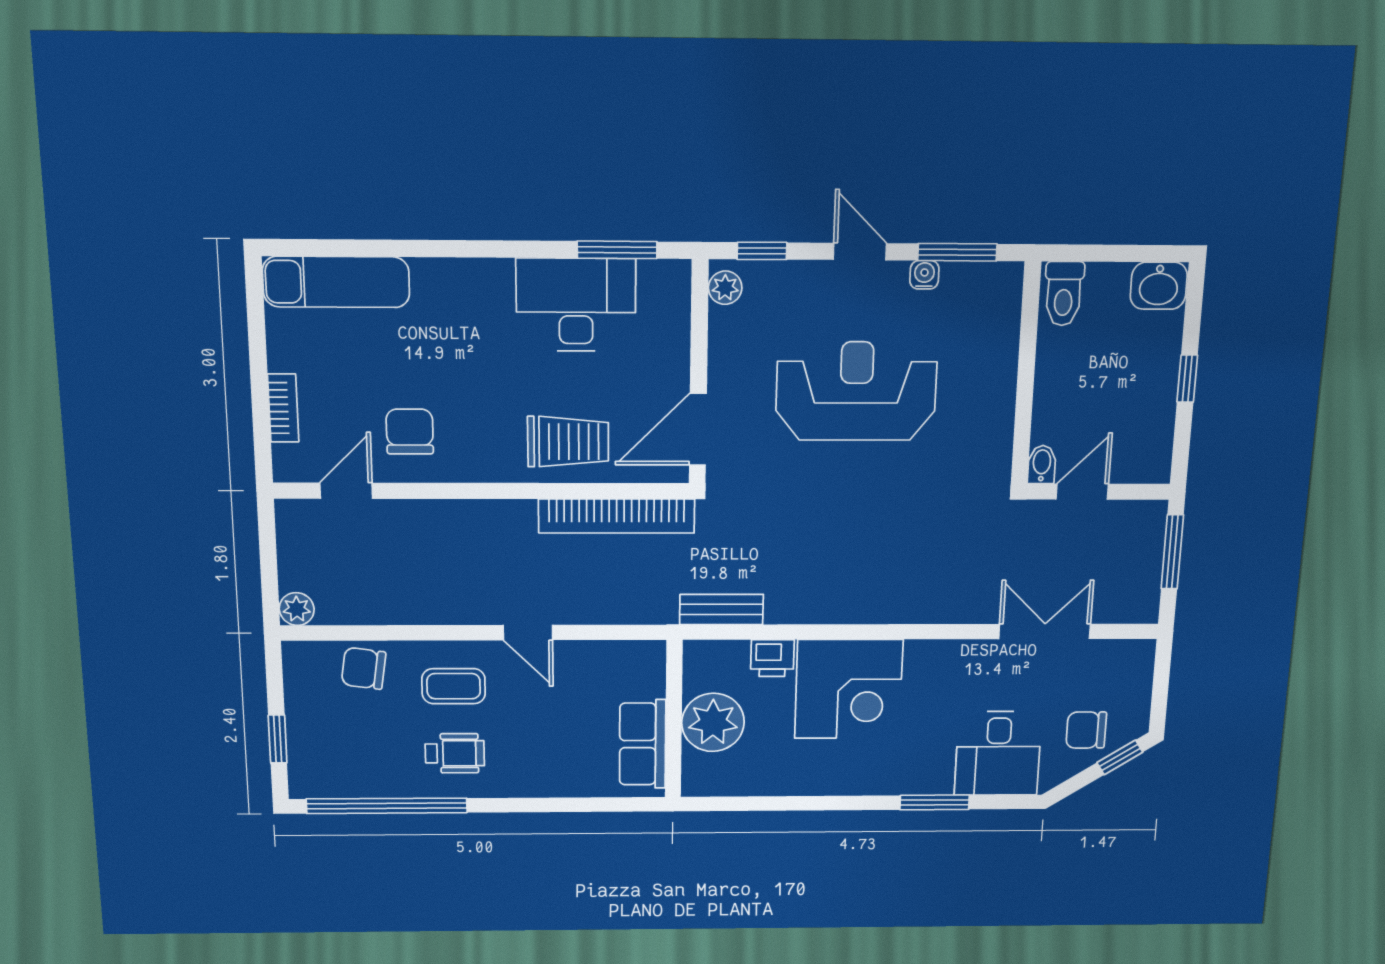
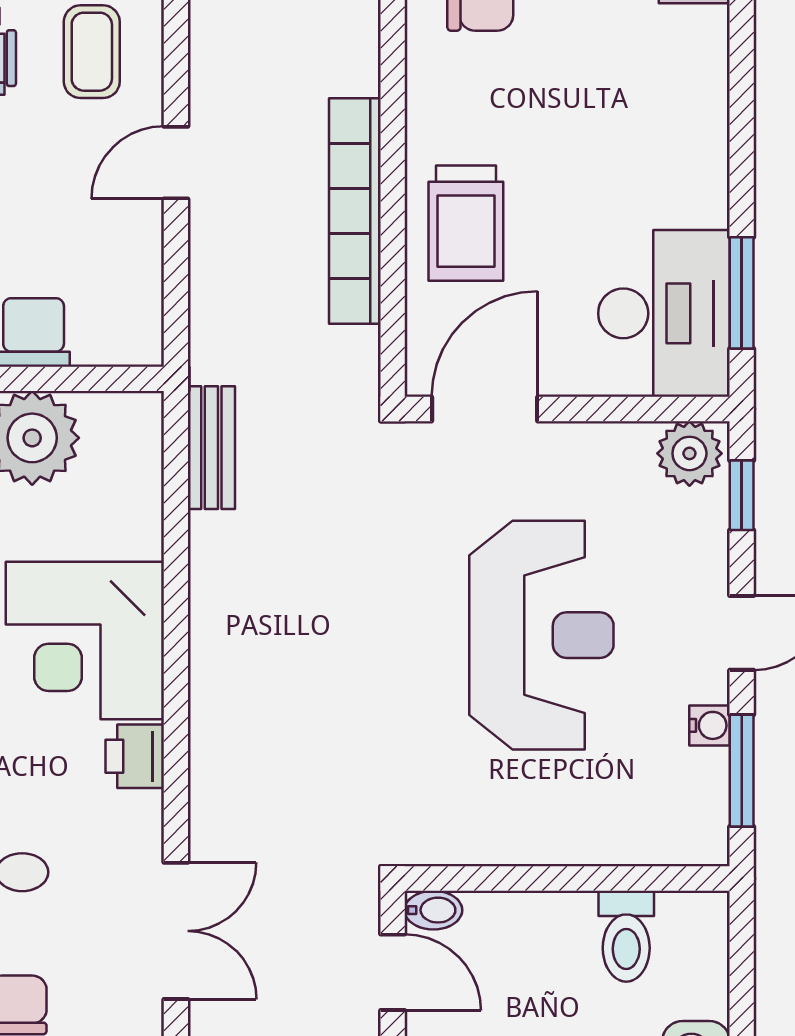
plant: (725, 288) -> (689, 453), width x1.38, depth x1.38
toilet: (1064, 294) -> (626, 936), moved, turned -90
desk: (576, 305) -> (664, 313), moved
door: (698, 429) -> (485, 409), hinge flipped
bookcase: (617, 516) -> (355, 211), moved
printer: (772, 658) -> (135, 756), moved

